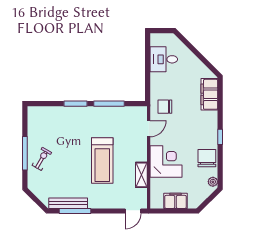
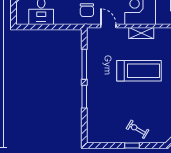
window: (25, 153) -> (132, 146), width x0.46
shelving: (141, 175) -> (141, 33), moved

